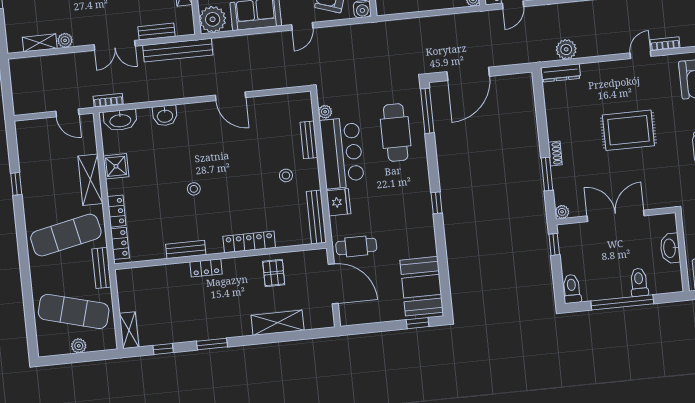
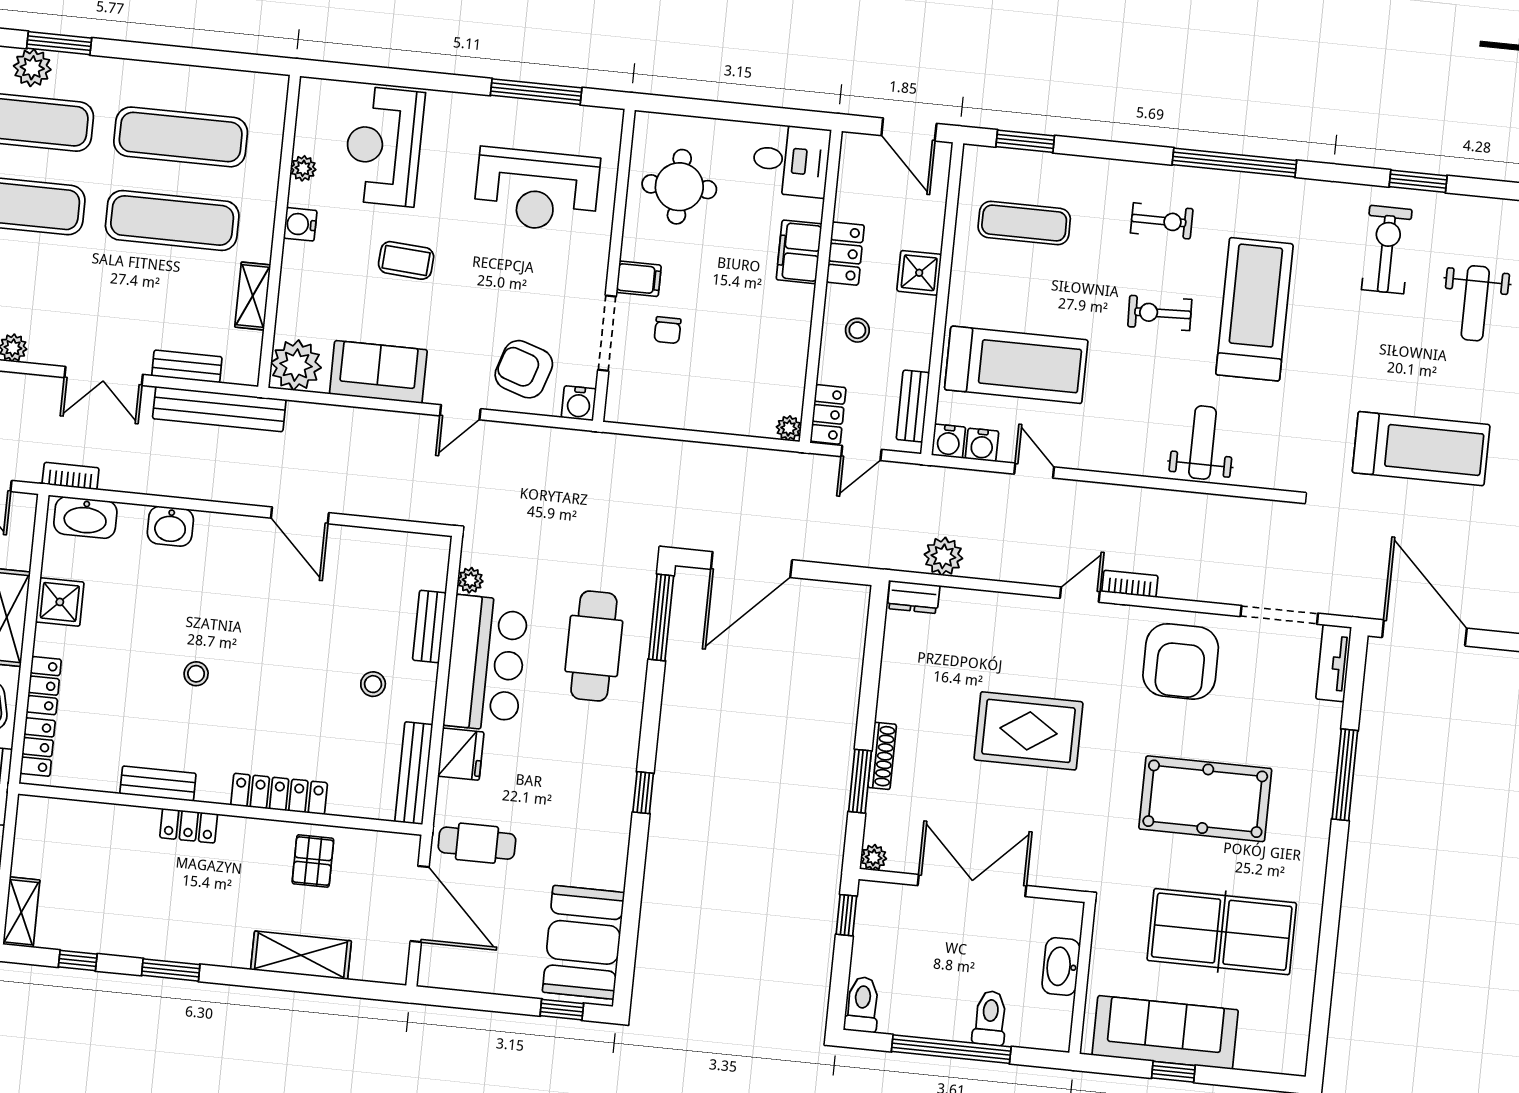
dresser: (561, 73) -> (914, 597), width x0.70
shoe rack: (555, 154) -> (882, 756), width x1.43

